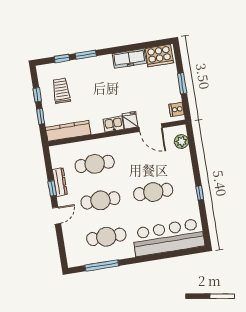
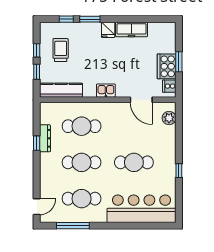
cooker: (159, 56) -> (167, 66), moved, turned 90
fridge: (130, 120) -> (108, 30), moved, turned 180
door: (57, 216) -> (37, 207), moved

